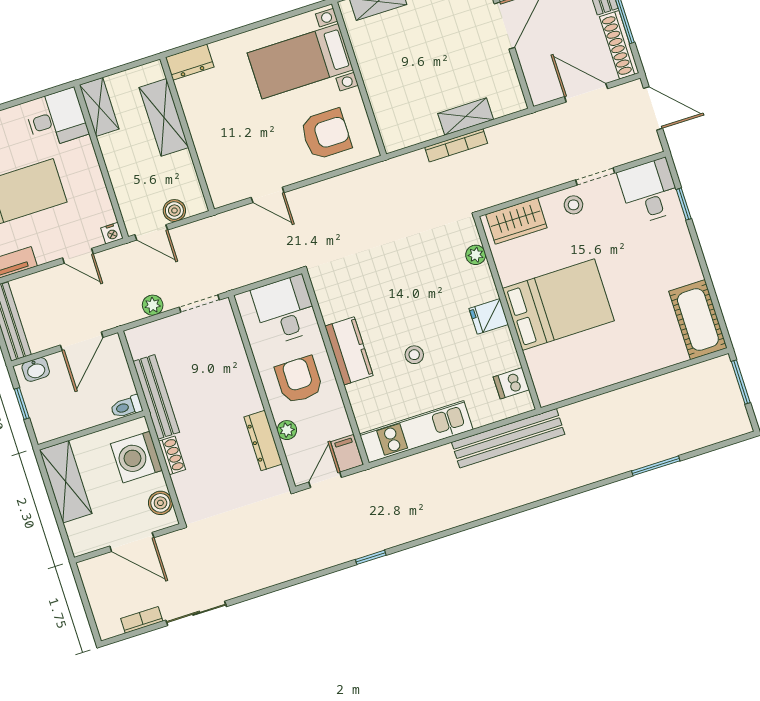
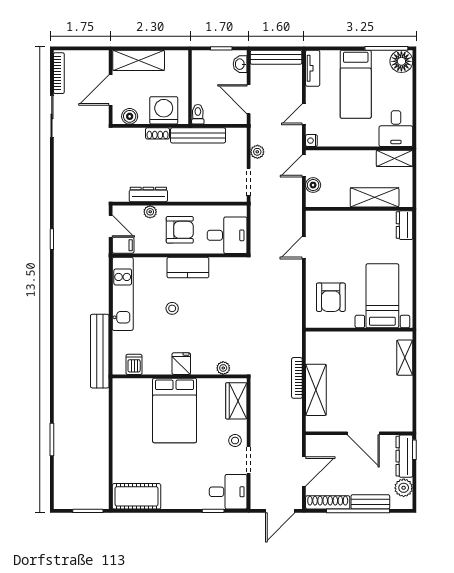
shelving: (466, 117) -> (316, 390), width x1.50, depth x1.33
shelving: (66, 482) -> (139, 60), moved
bookcase: (142, 620) -> (59, 73), width x1.56

